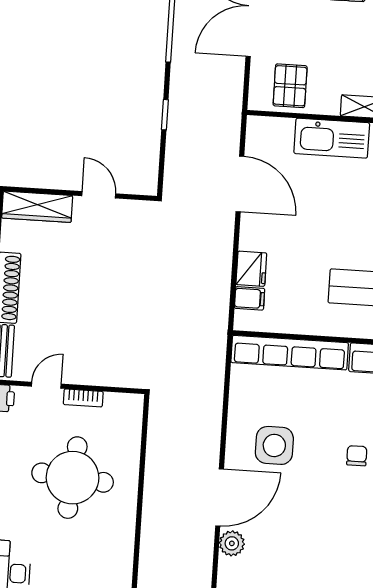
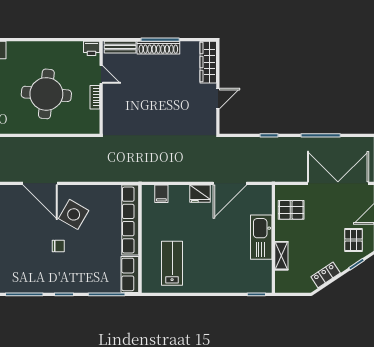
fridge: (251, 269) -> (200, 194), moved
side table: (274, 445) -> (74, 214), turned 30
chair: (357, 456) -> (58, 246), moved
plant: (232, 543) -> (13, 193), removed

